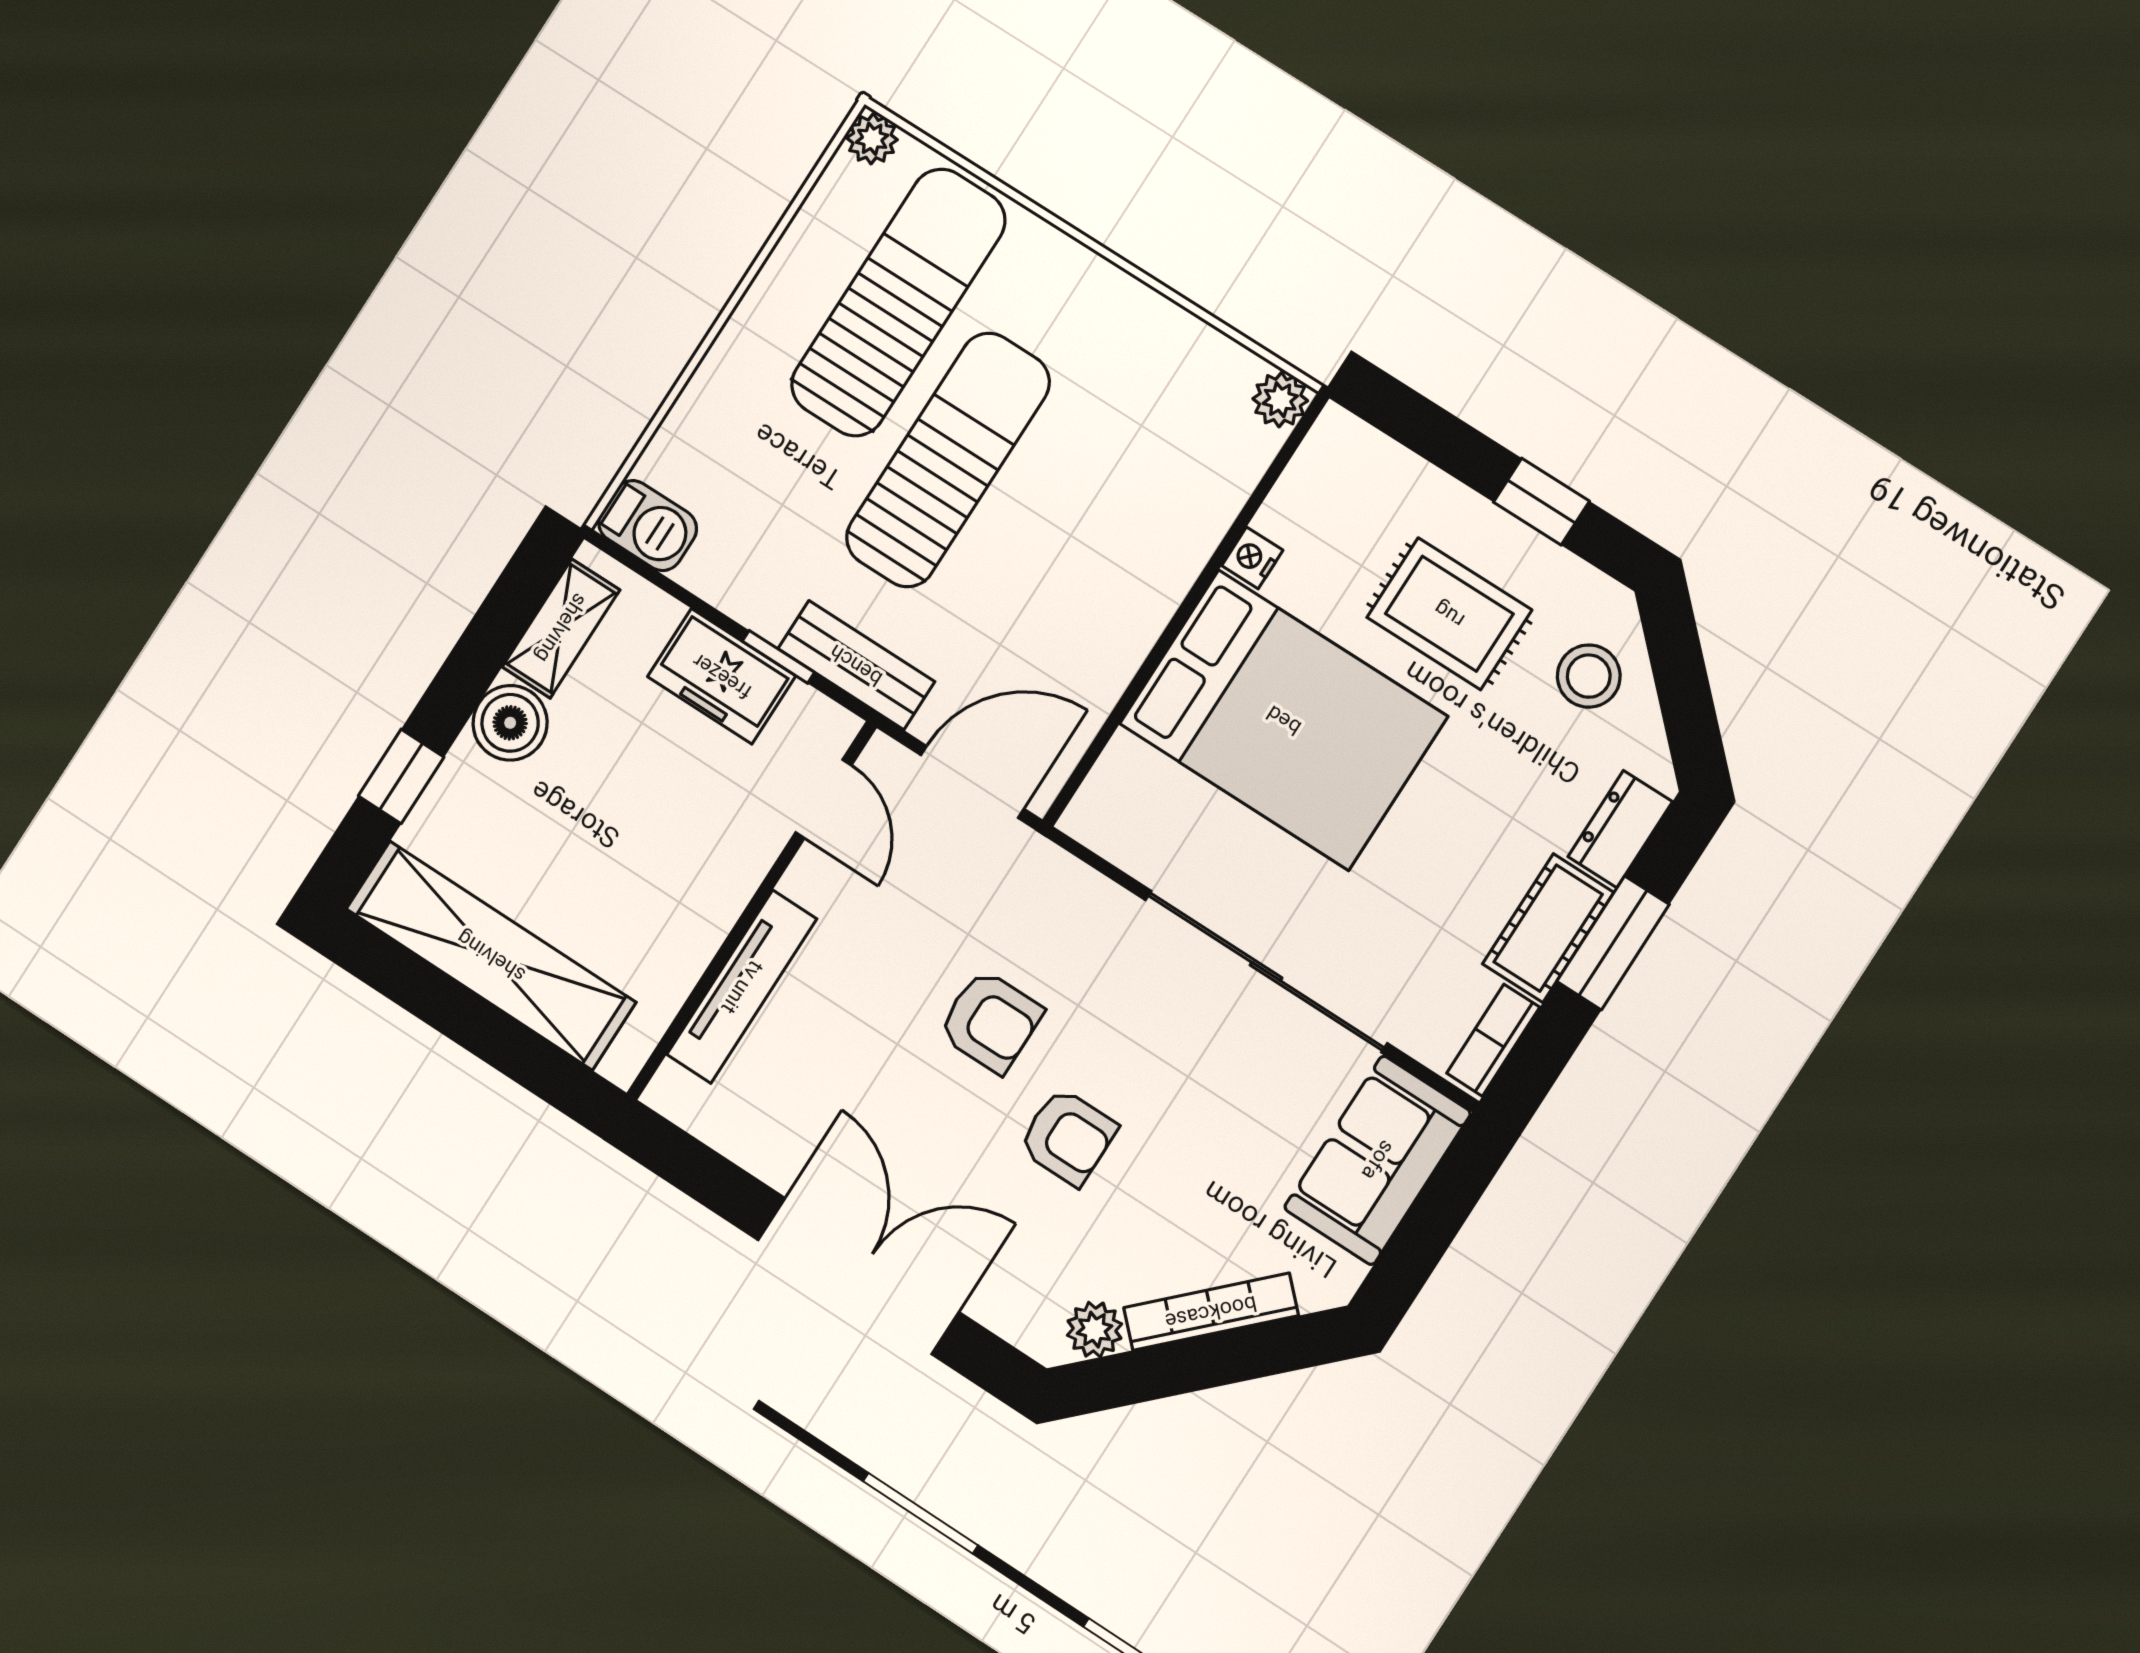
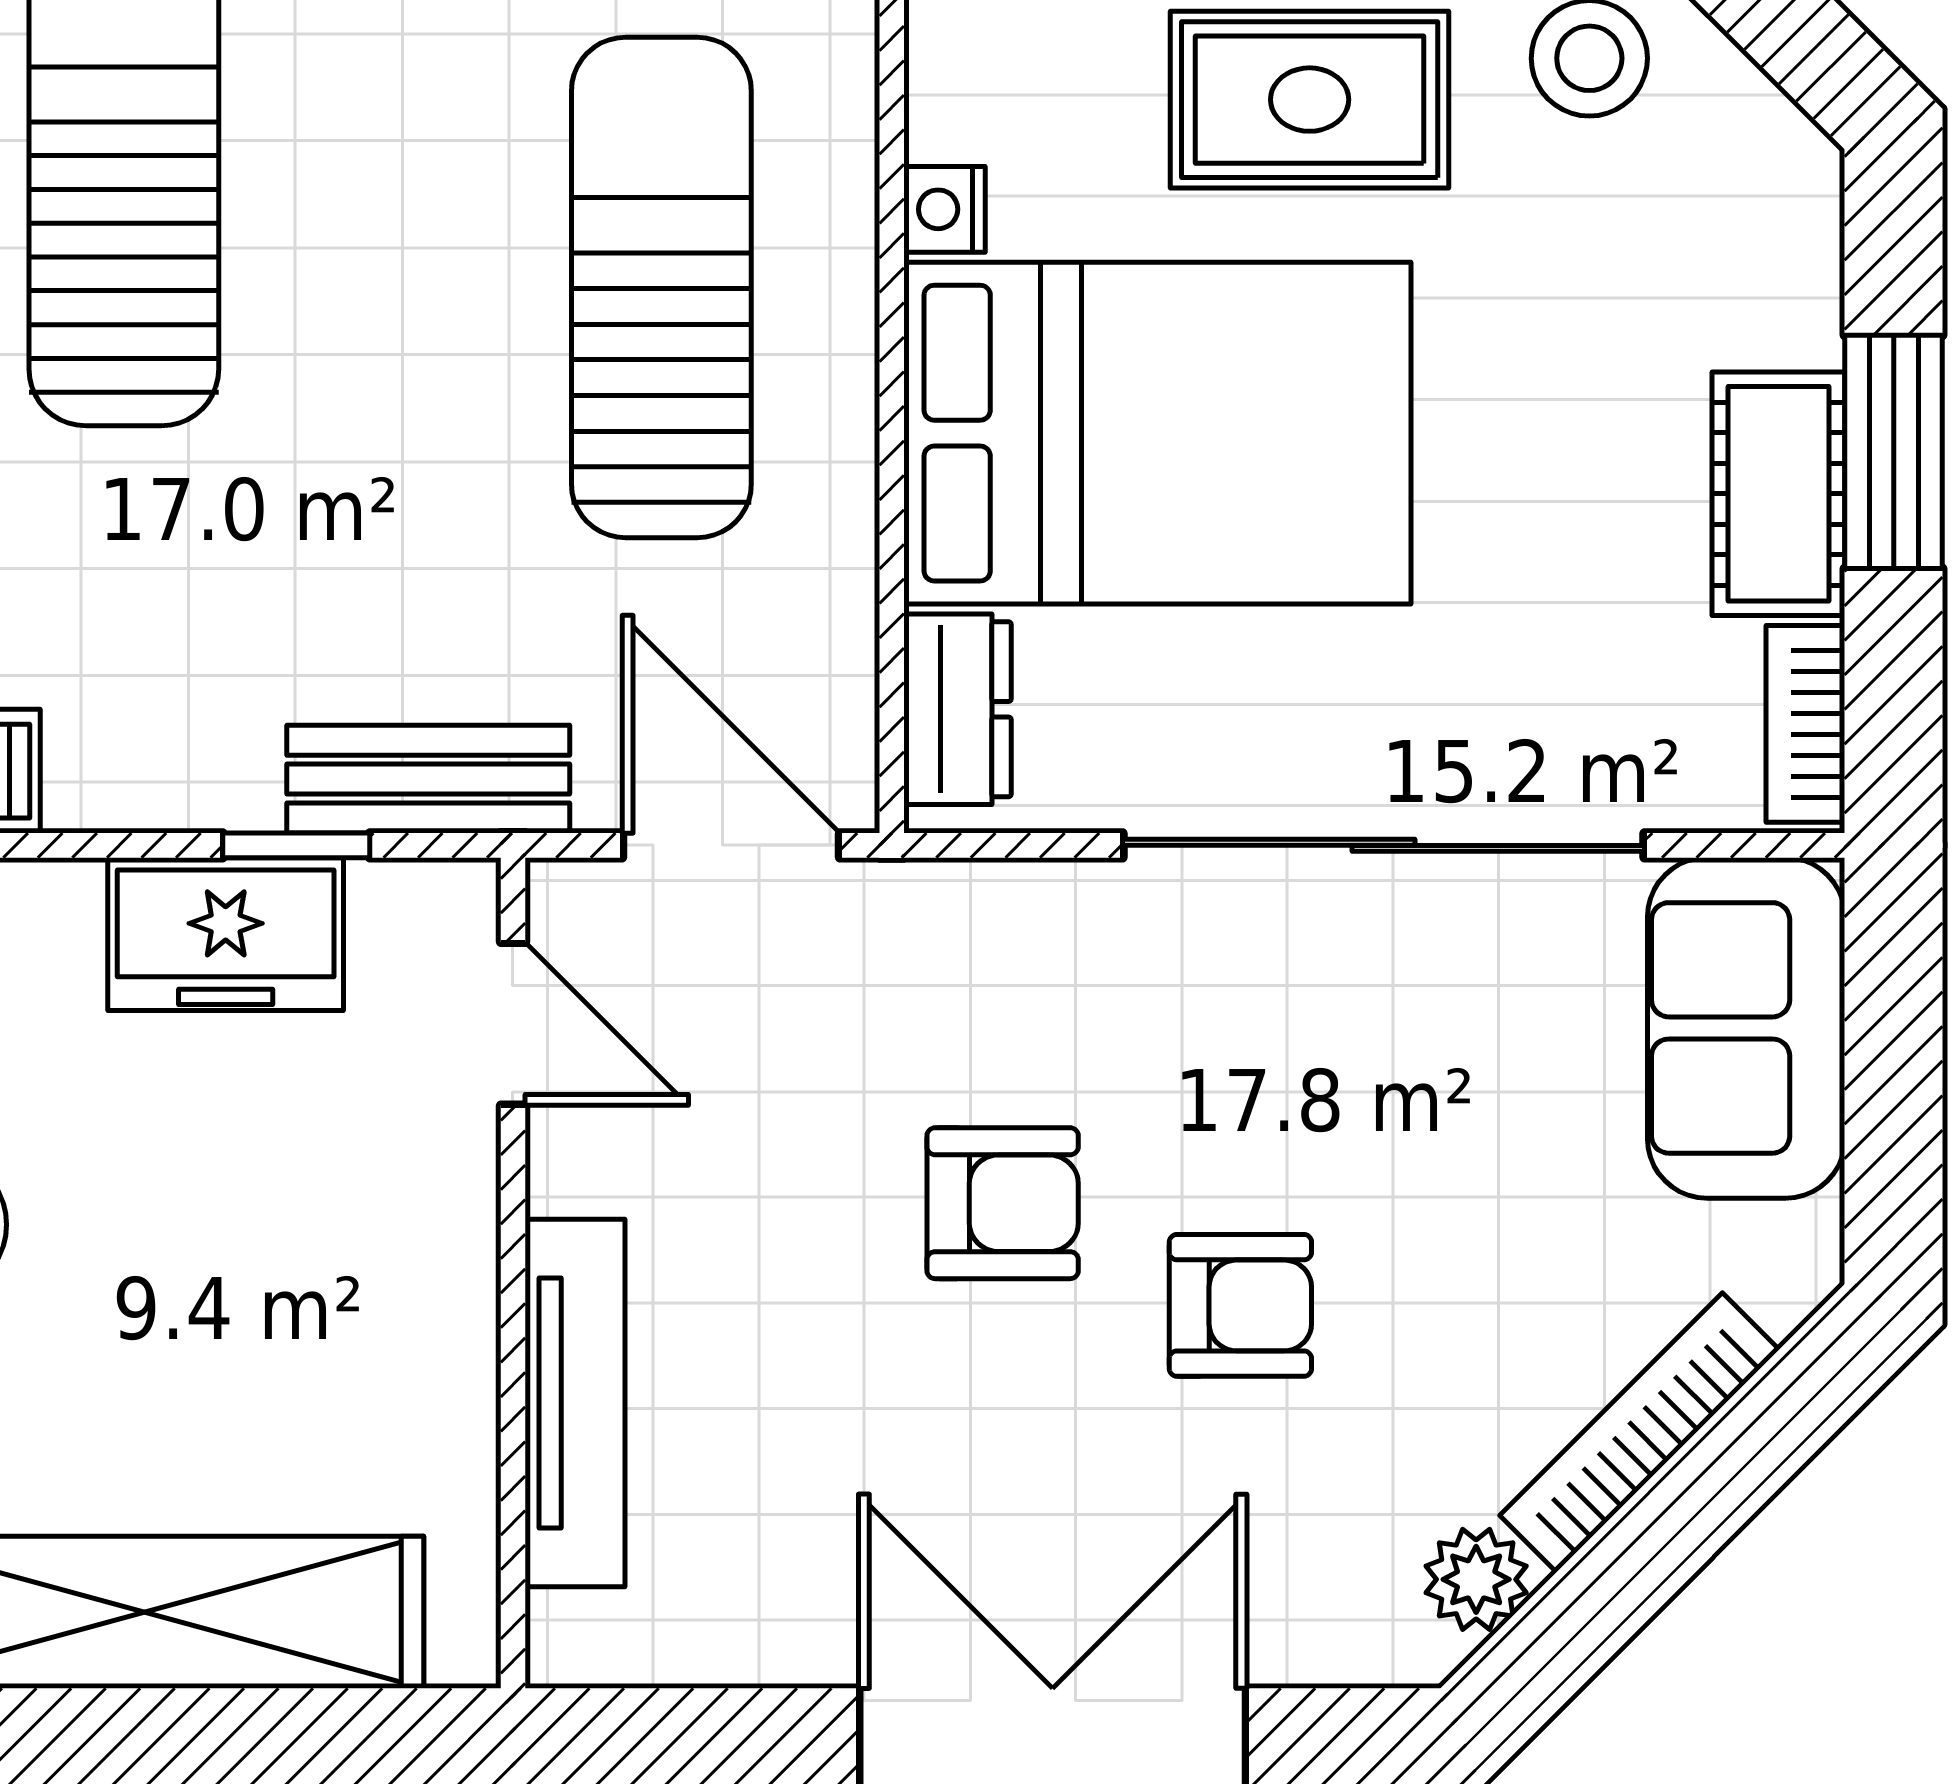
sun lounger: (948, 460) -> (661, 287), moved
door: (972, 782) -> (731, 845), hinge flipped
dresser: (1620, 829) -> (958, 709), moved, turned 180

